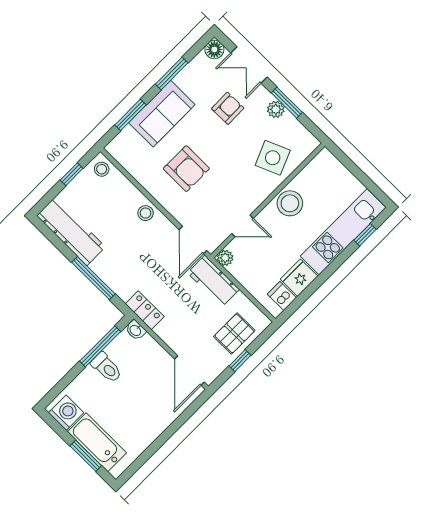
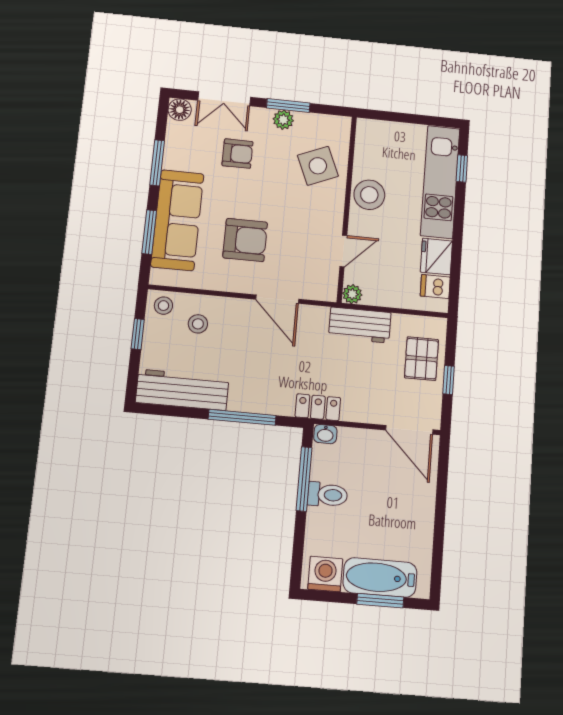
armchair: (228, 108) -> (237, 154), turned 91
sofa: (162, 114) -> (177, 220), width x1.36
stool: (146, 213) -> (198, 324), moved
door: (193, 240) -> (277, 299), moved

